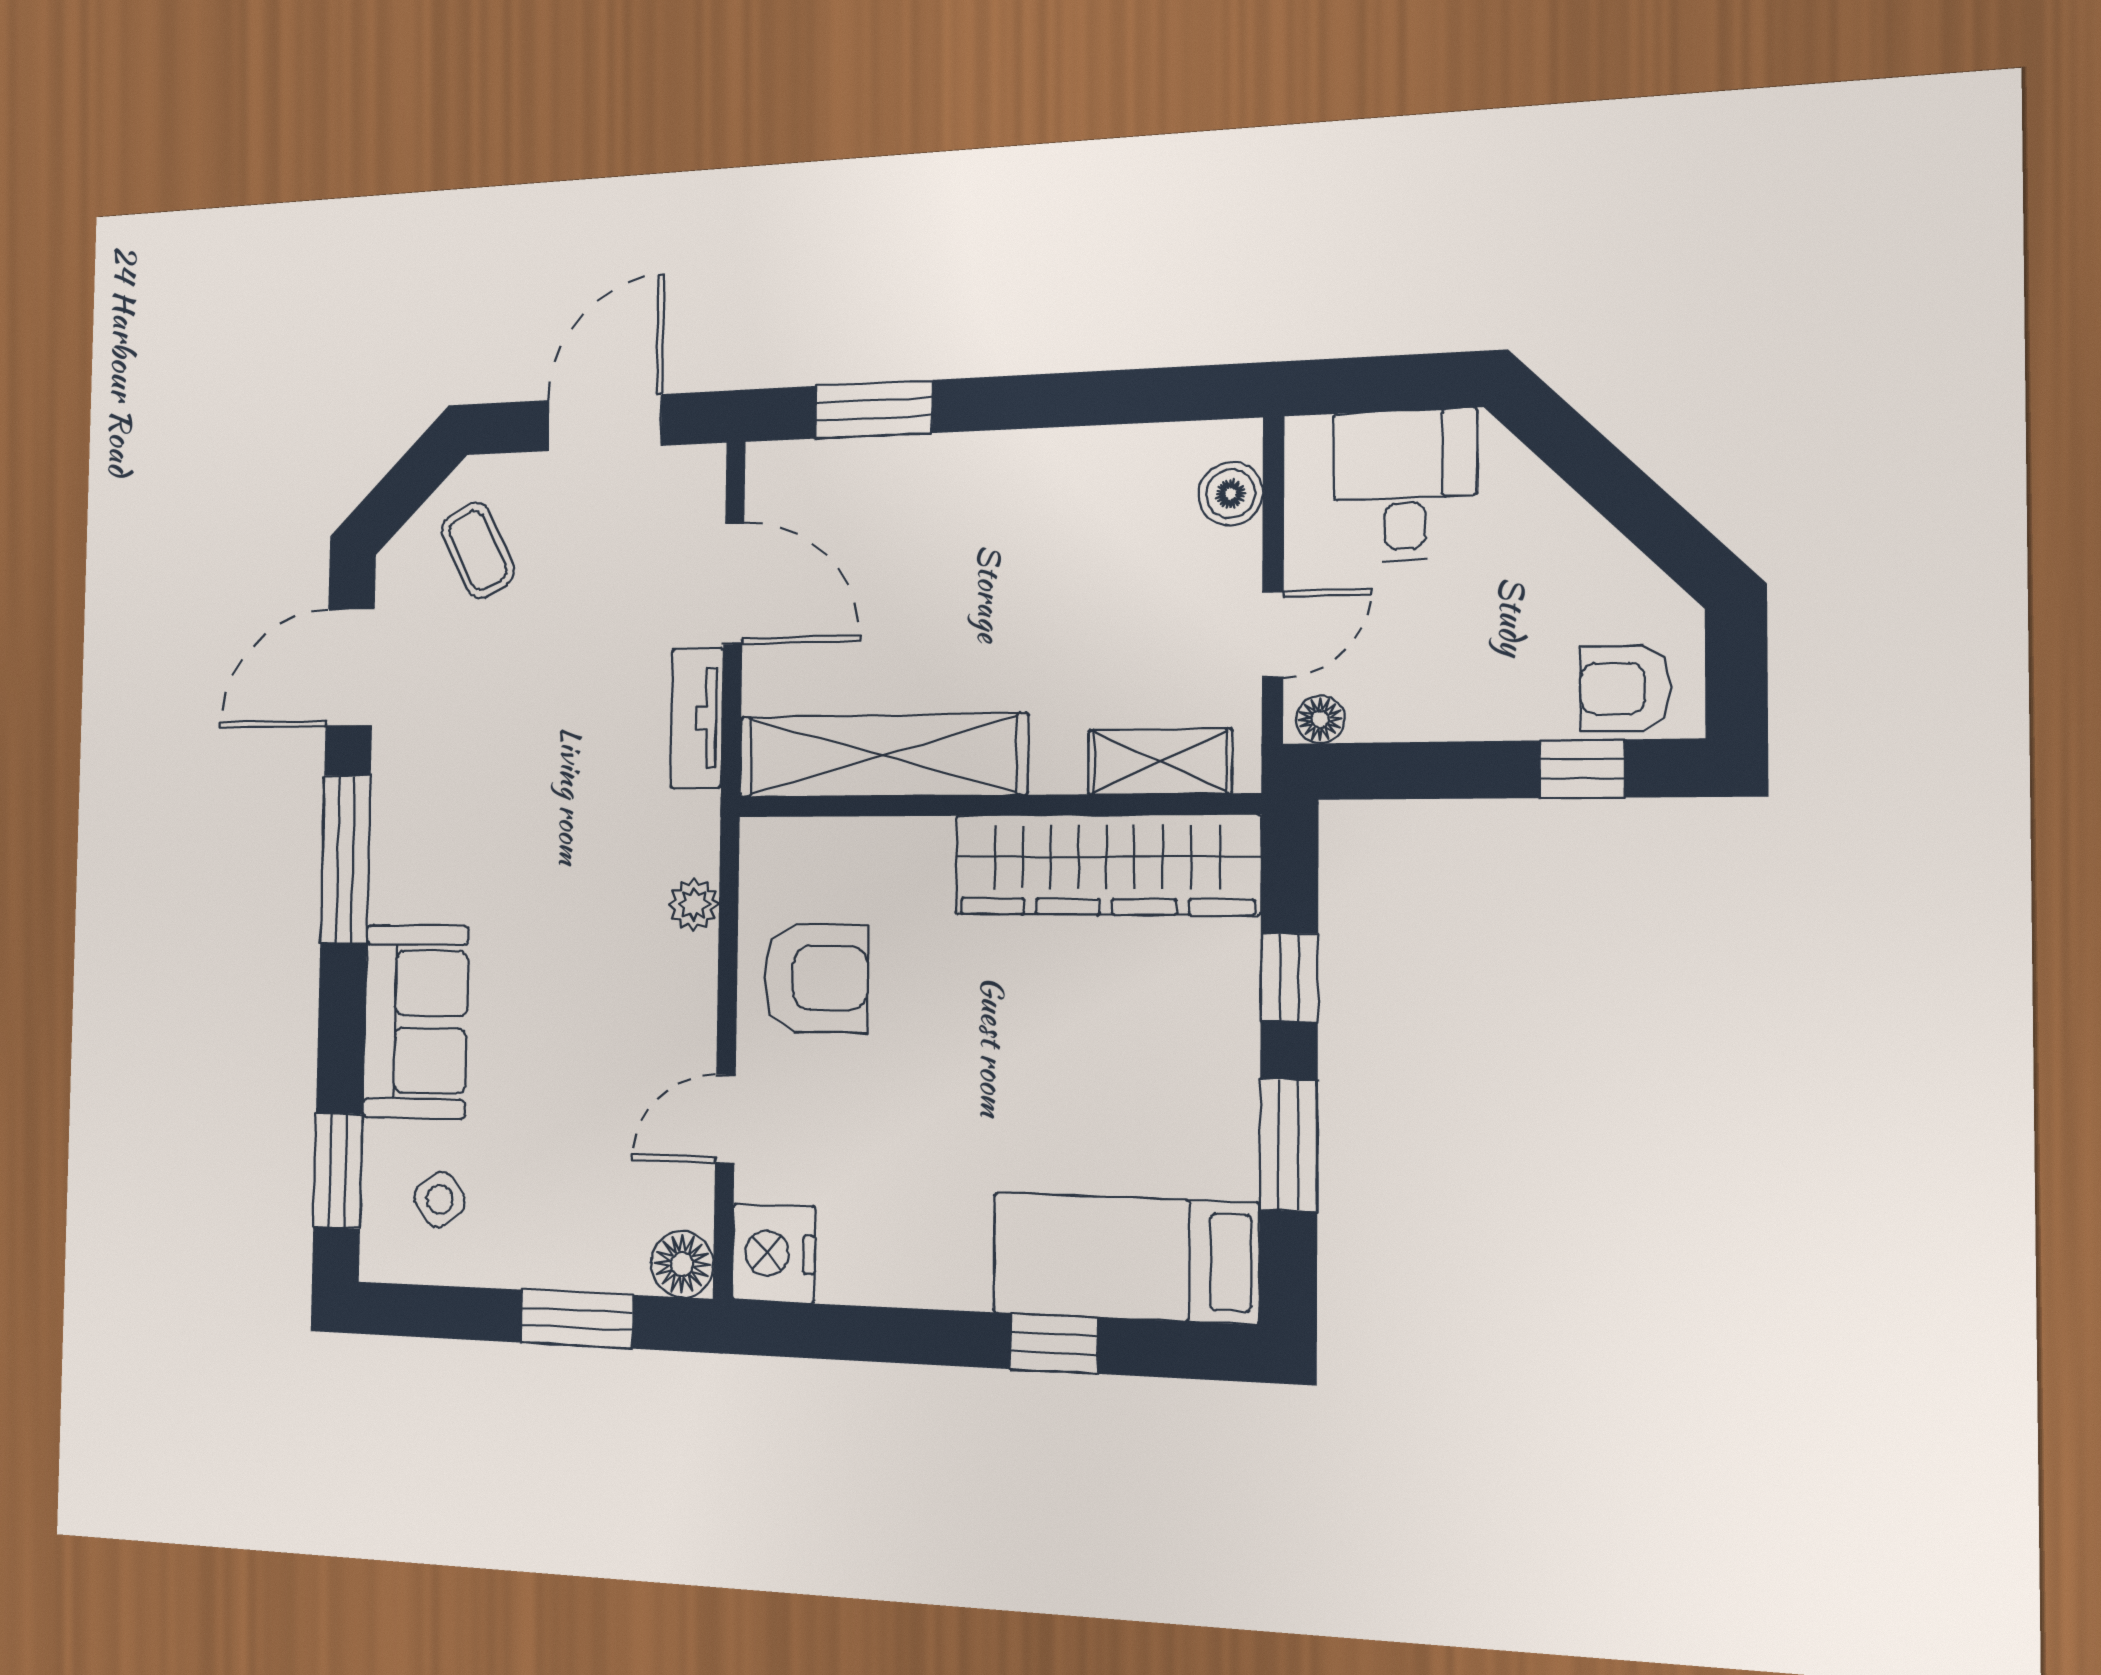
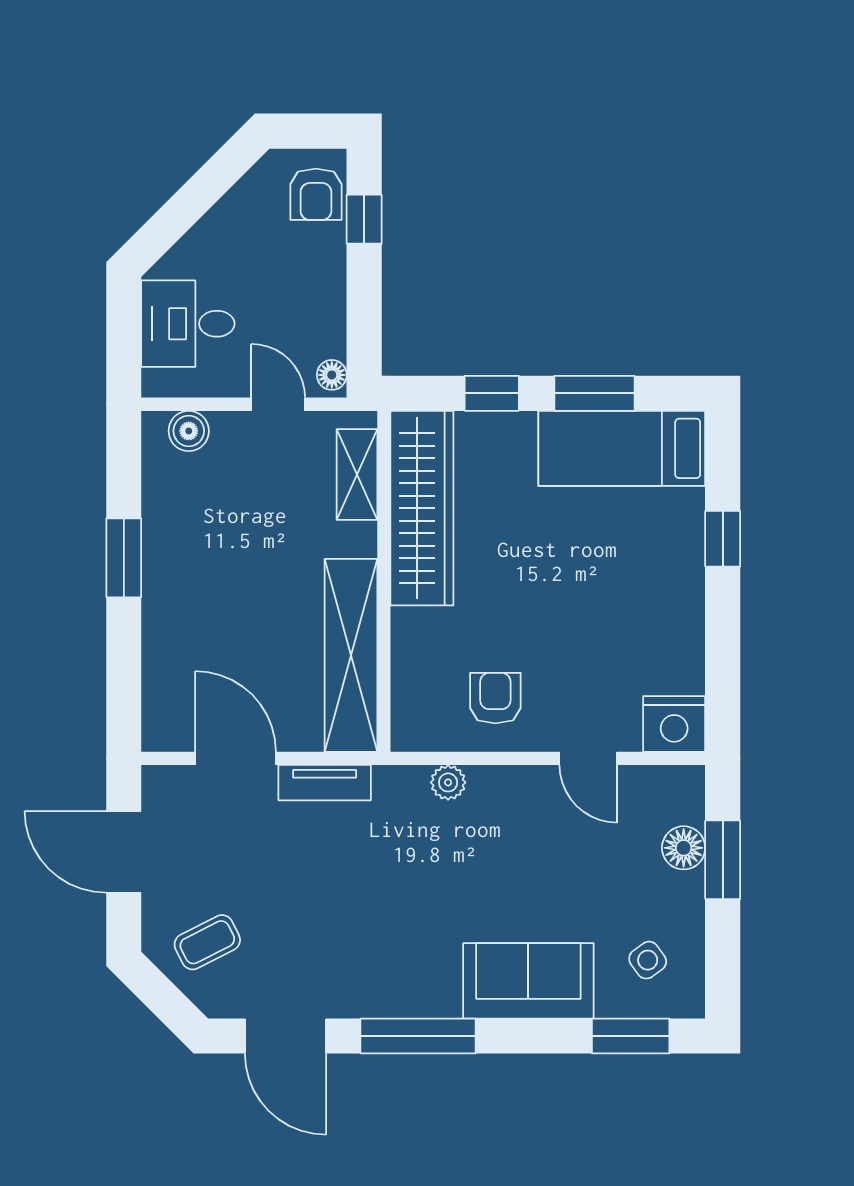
window: (873, 409) -> (124, 558), moved
door: (734, 583) -> (236, 758), hinge flipped
armchair: (816, 978) -> (495, 698), width x0.72, depth x0.72
bed: (1125, 1258) -> (622, 448), moved, turned 90
floor lamp: (682, 1264) -> (684, 848), moved

